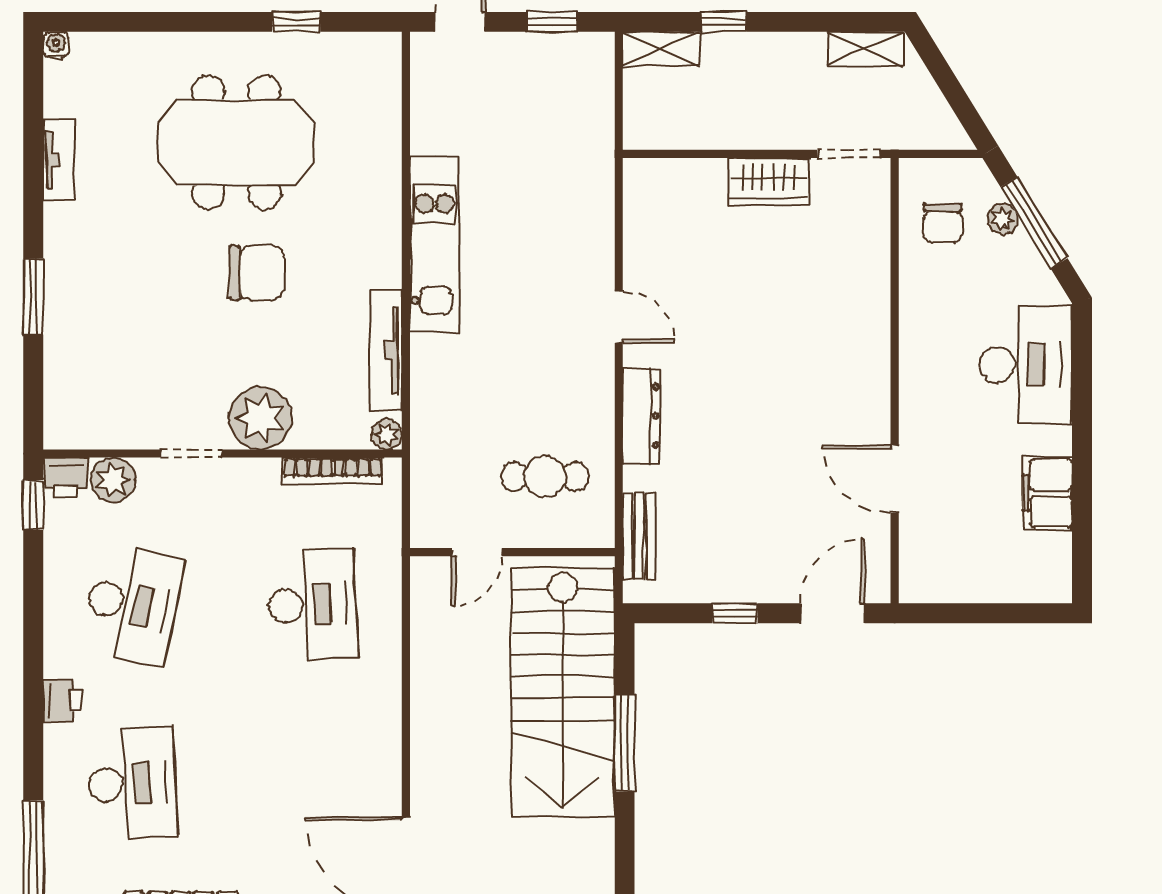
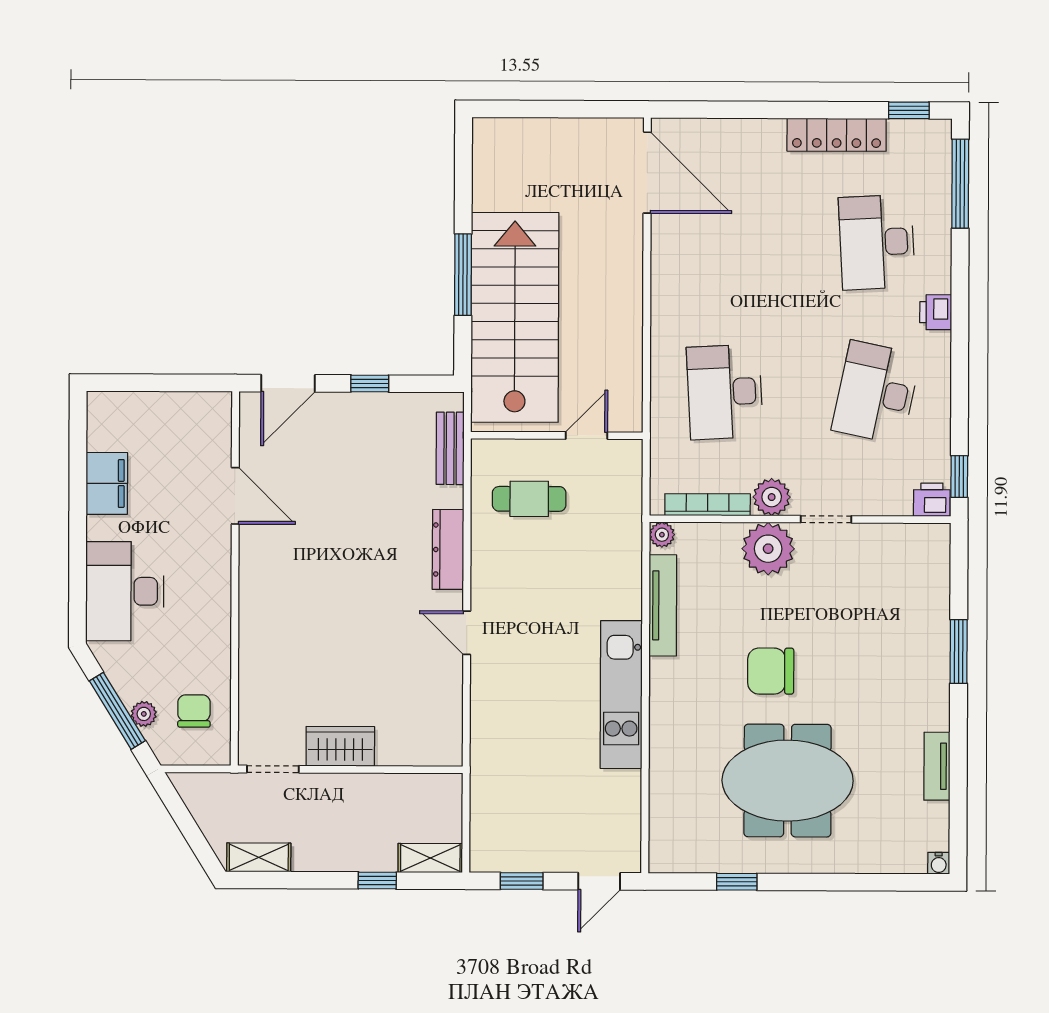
plant: (113, 480) -> (772, 497), moved

